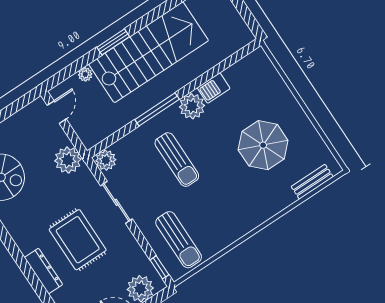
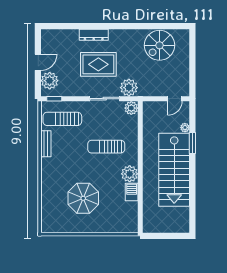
window: (113, 42) -> (192, 143), moved
window: (157, 109) -> (140, 154), removed
door: (57, 112) -> (175, 99), hinge flipped
plant: (68, 160) -> (129, 88), moved
bench: (312, 182) -> (46, 144), moved

